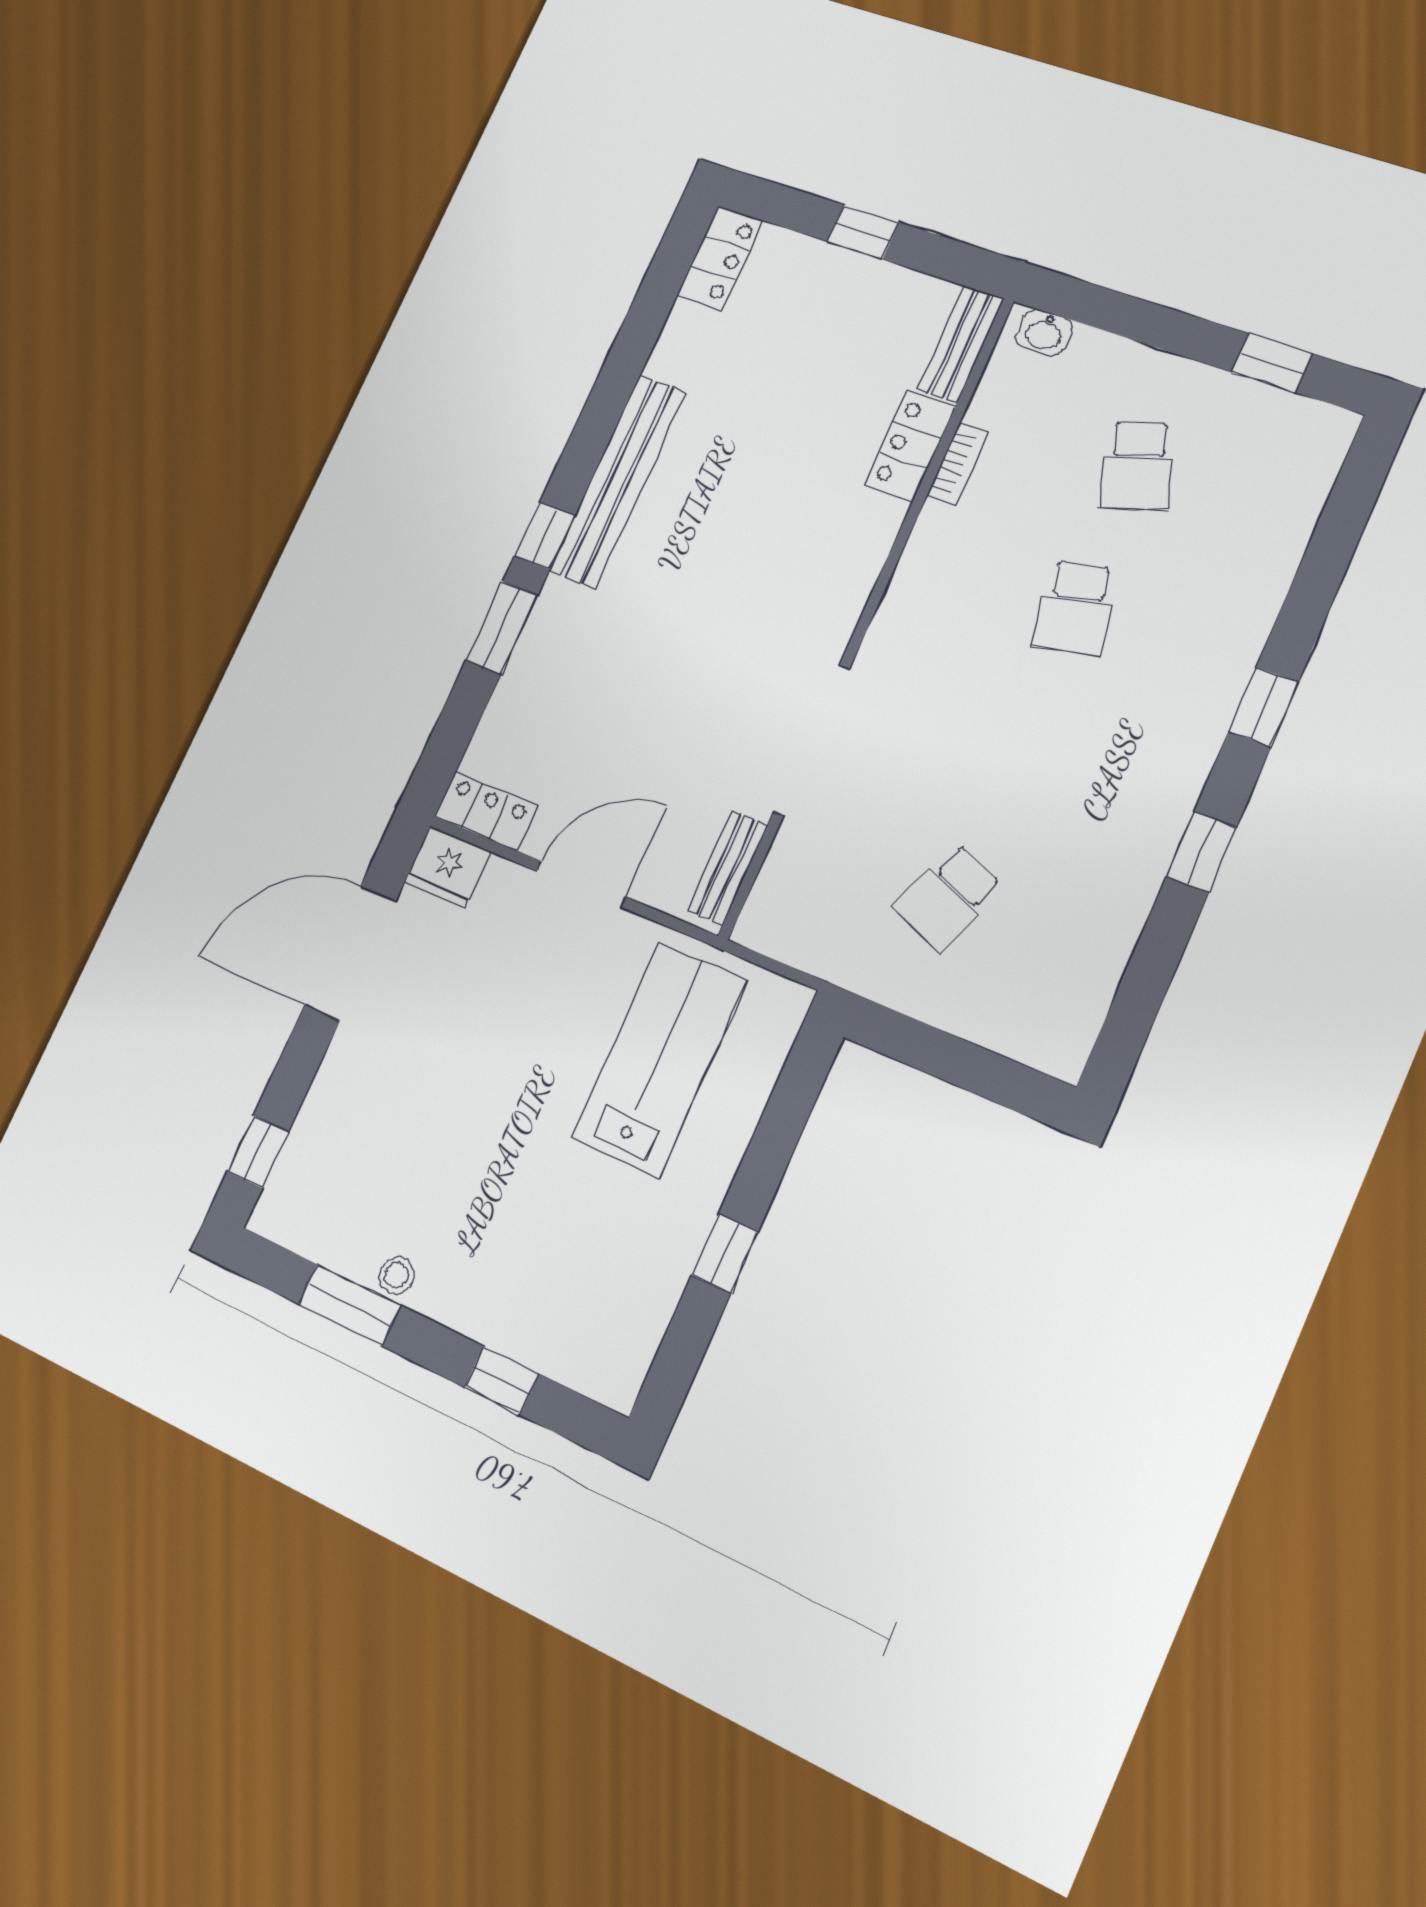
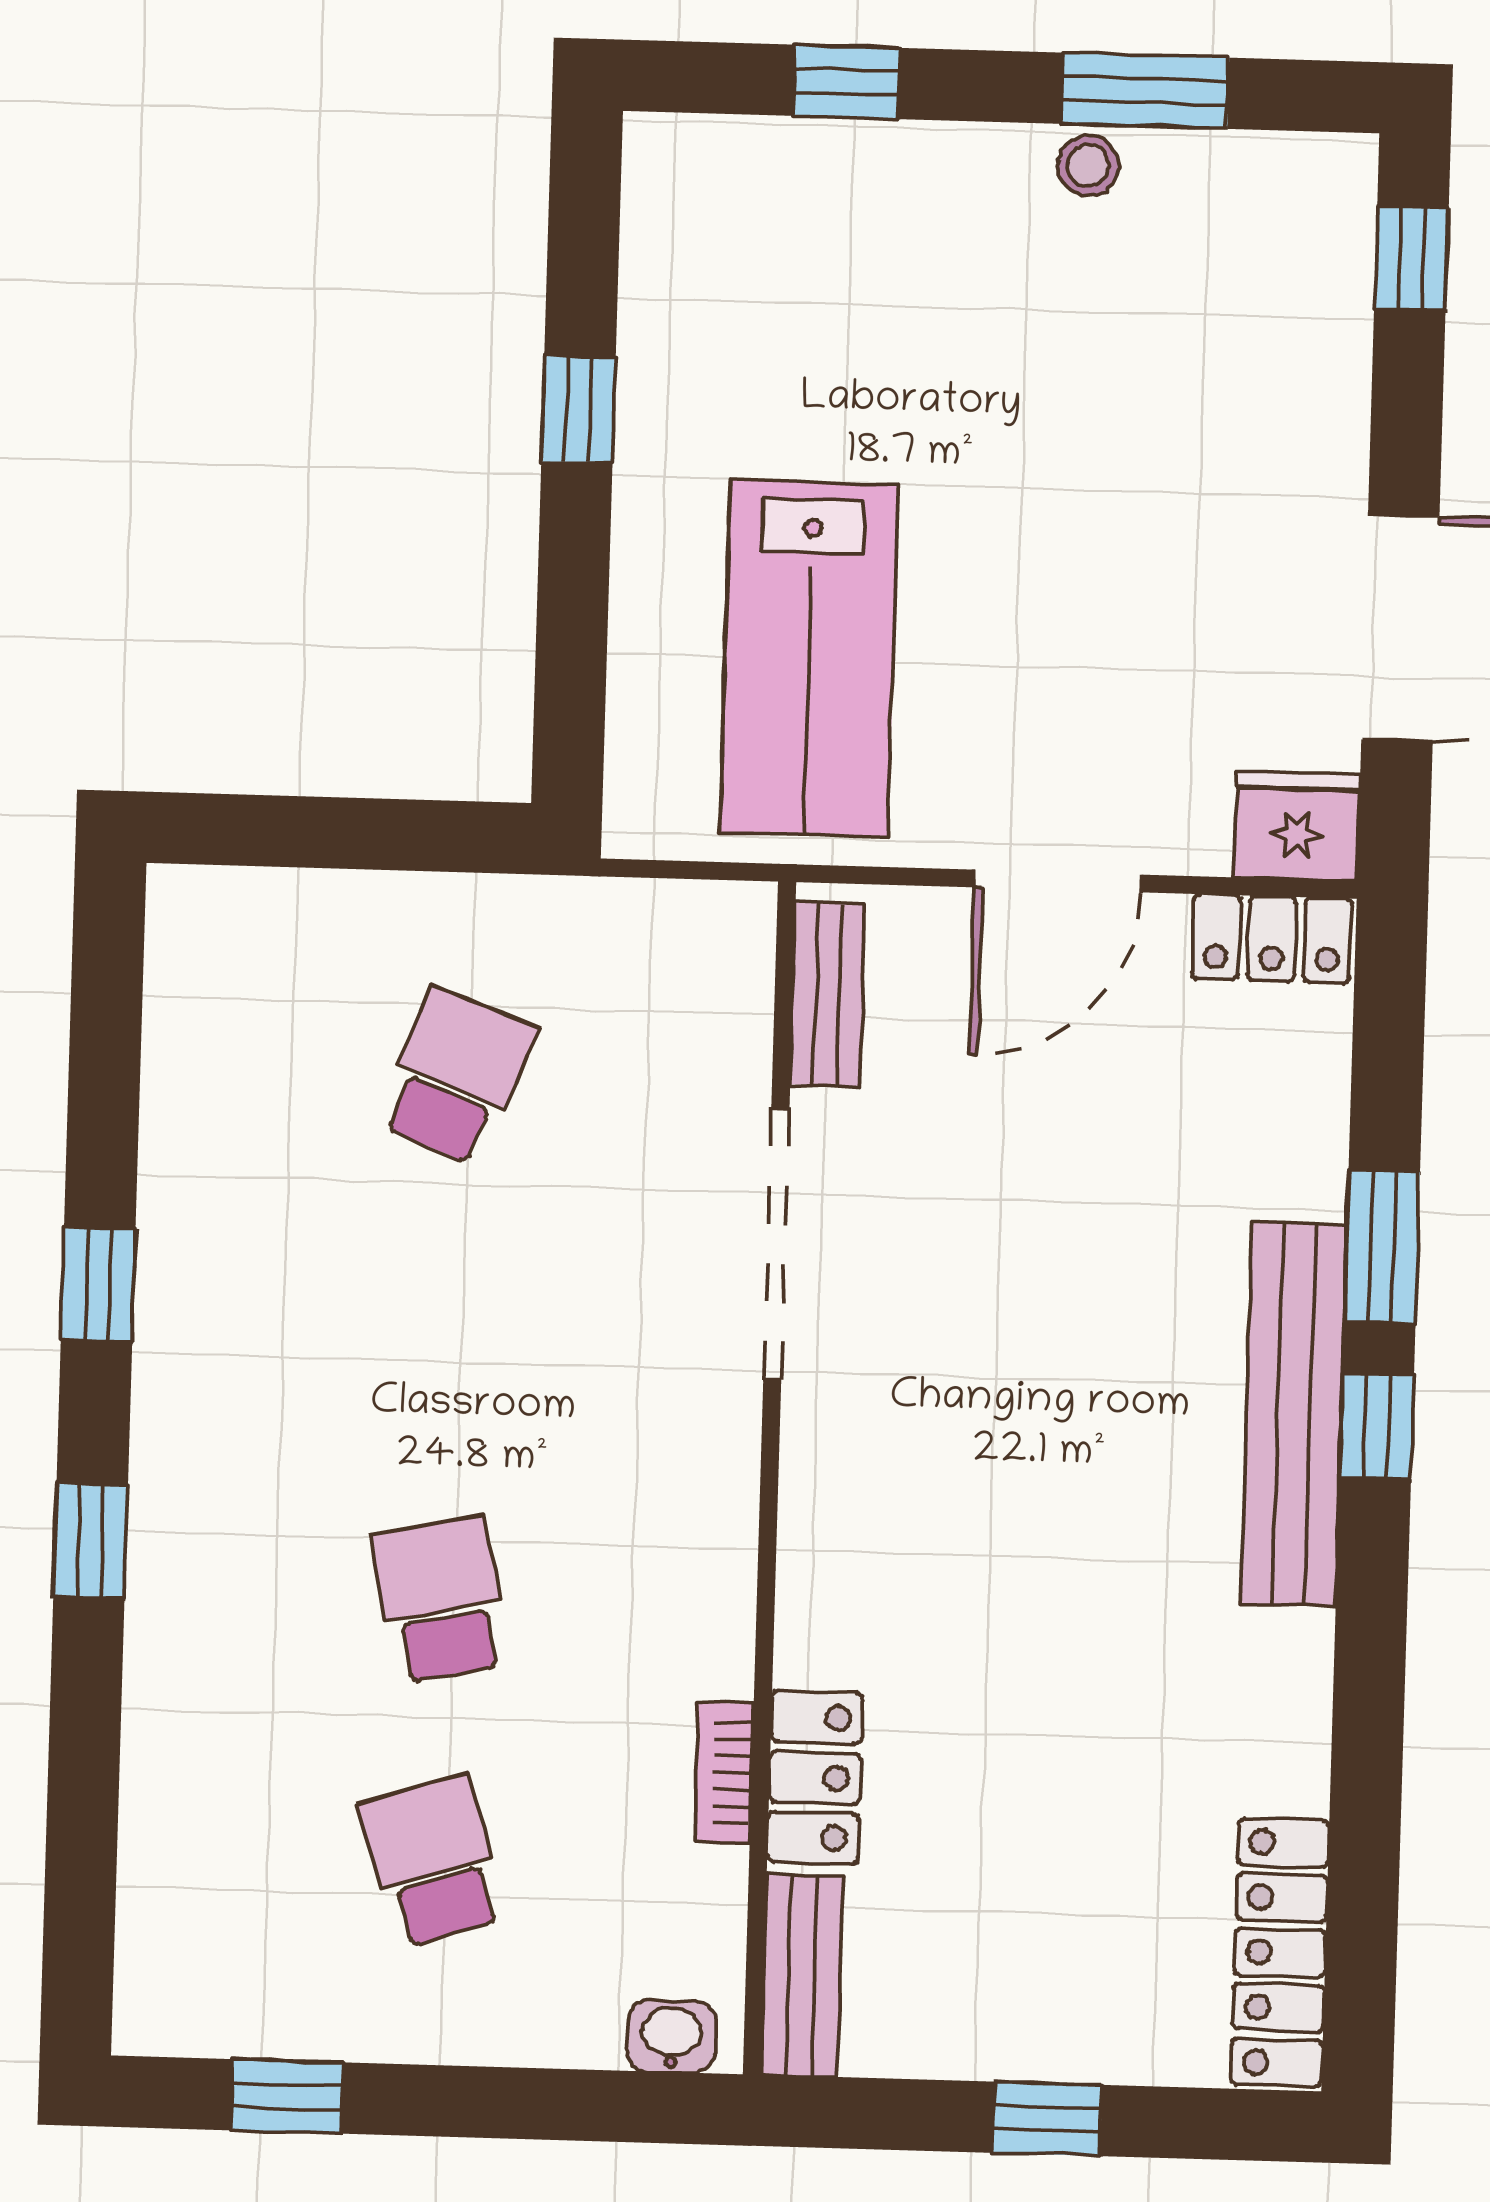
locker: (720, 258) -> (1280, 1953), width x1.53
bench: (617, 482) -> (1294, 1414), moved

